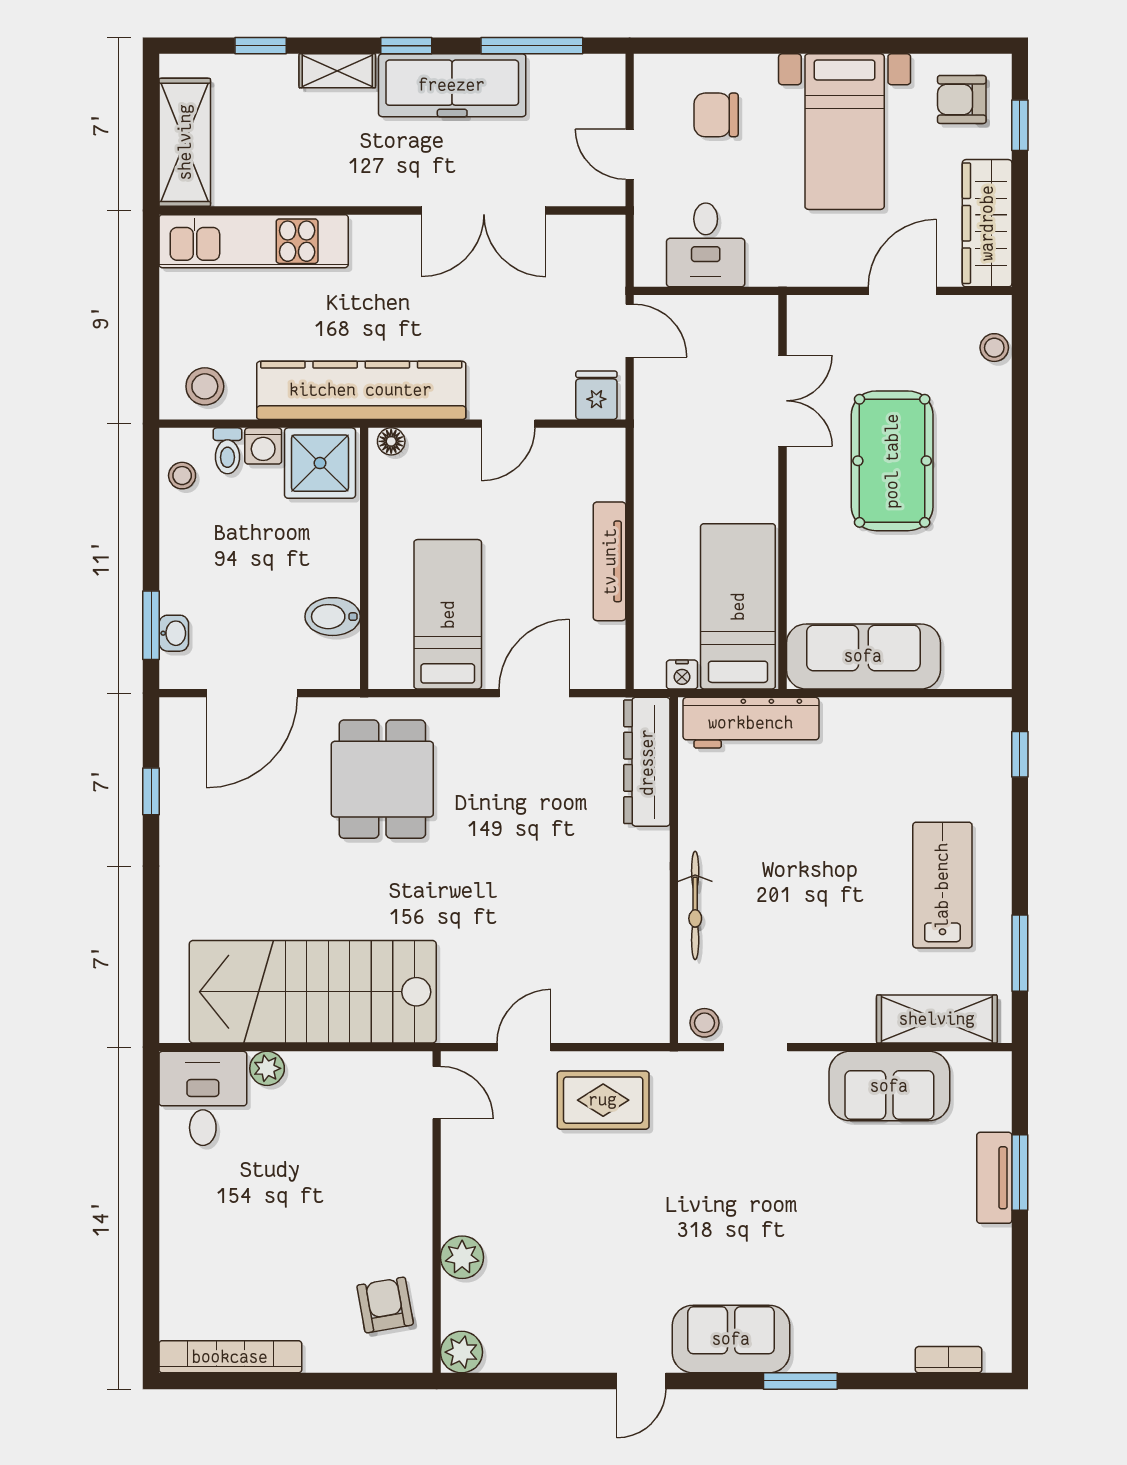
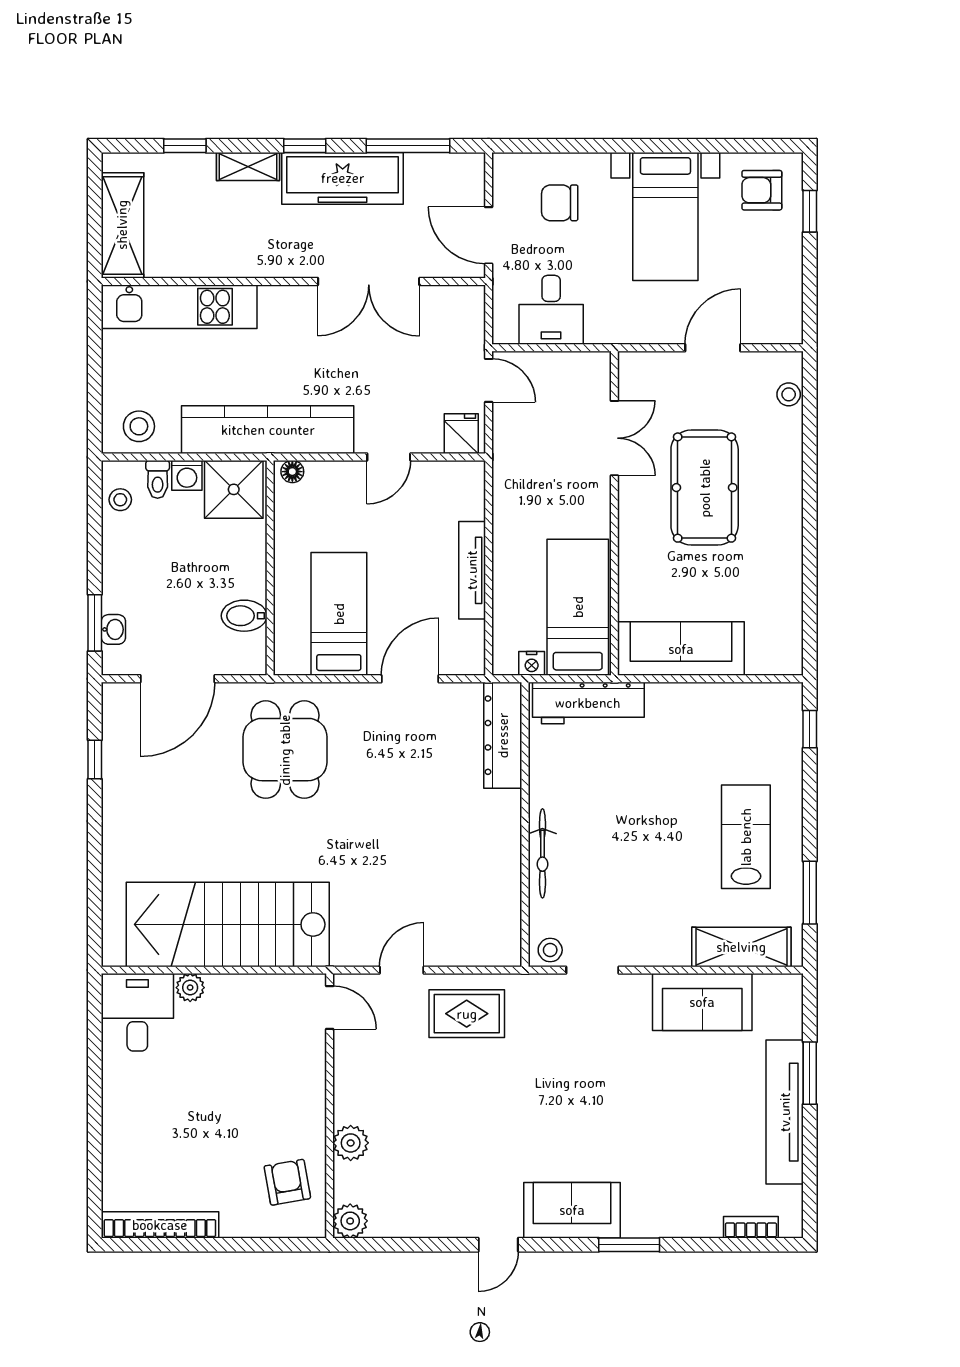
door: (630, 154) -> (489, 235), width x1.38
wardrobe: (987, 223) -> (783, 292), removed
tv unit: (994, 1178) -> (785, 1112), width x1.92, depth x1.29

